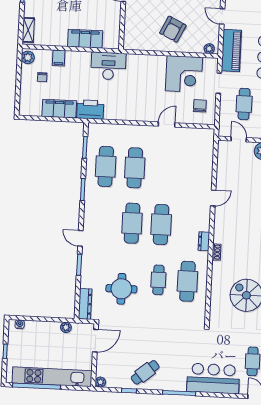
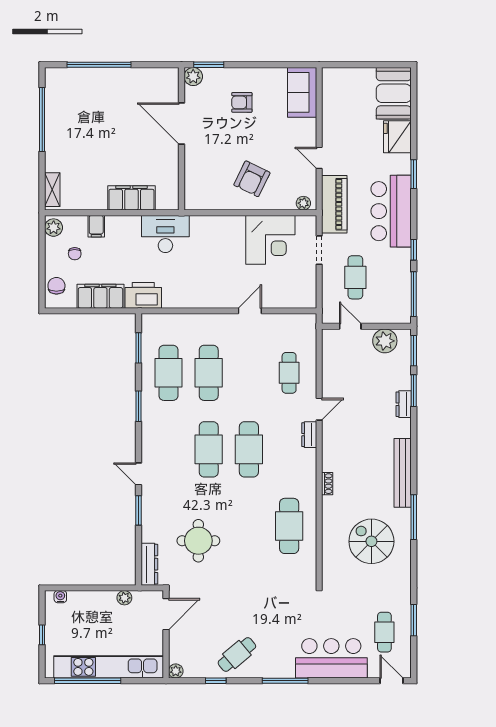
chair: (200, 106) -> (56, 286), moved
dresser: (204, 241) -> (309, 435), moved
cafe table: (158, 280) -> (289, 373), moved

